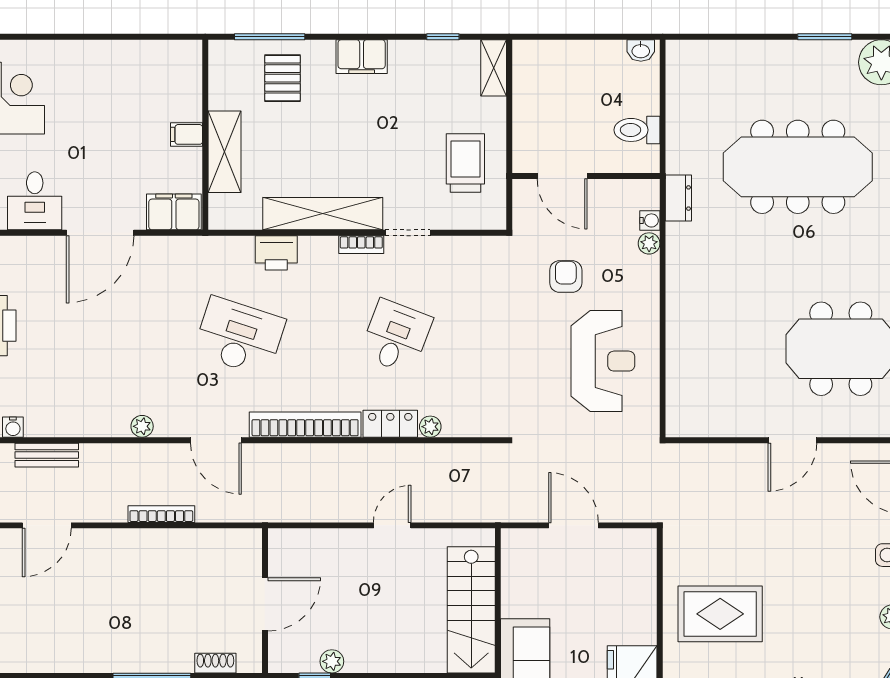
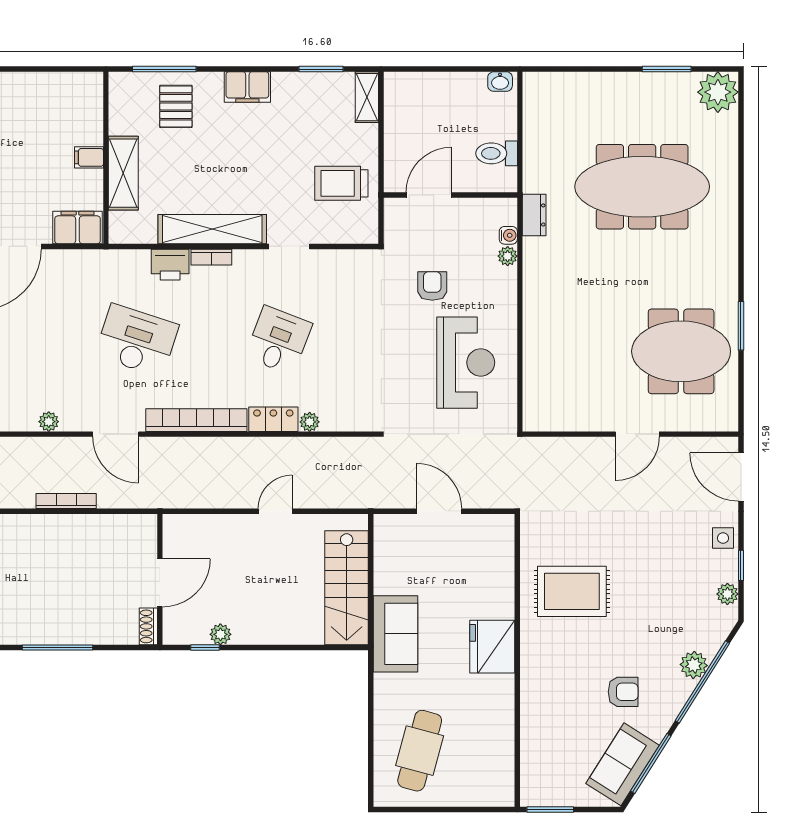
window: (443, 37) -> (321, 69), width x1.50
trolley: (465, 163) -> (341, 183), turned -90
door: (562, 176) -> (429, 195), swing flipped
bookcase: (361, 245) -> (211, 257), moved
shoe rack: (215, 663) -> (148, 626), moved, turned -90

